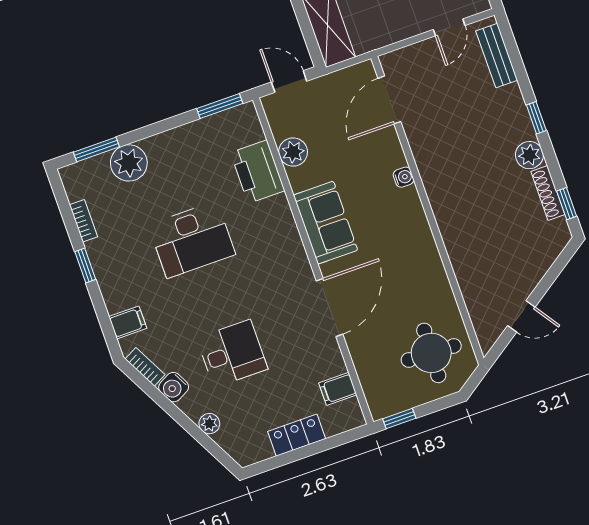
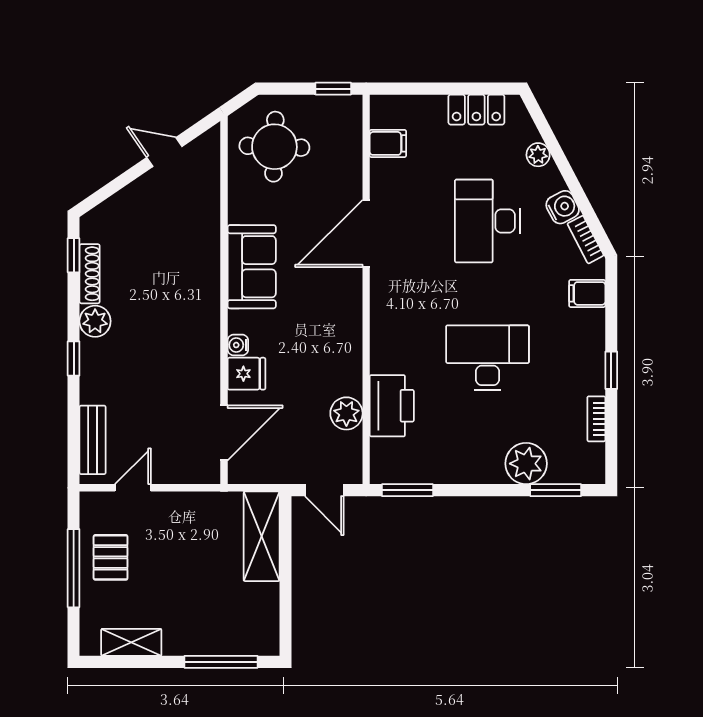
fridge: (388, 156) -> (246, 374), added
sofa: (325, 223) -> (252, 267), moved, turned 180
desk: (232, 354) -> (487, 221), width x1.37
locker: (297, 435) -> (476, 110), moved

